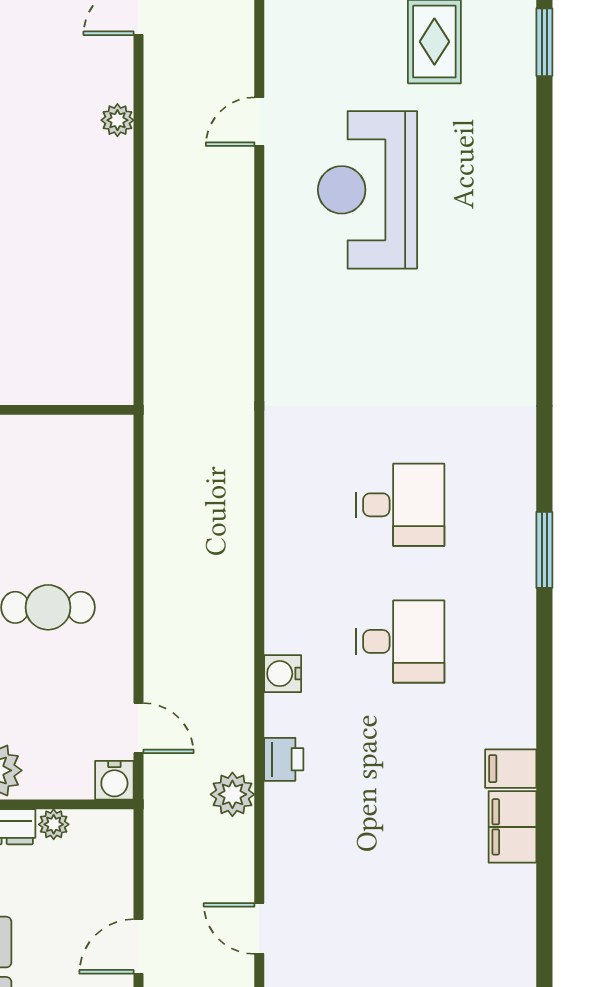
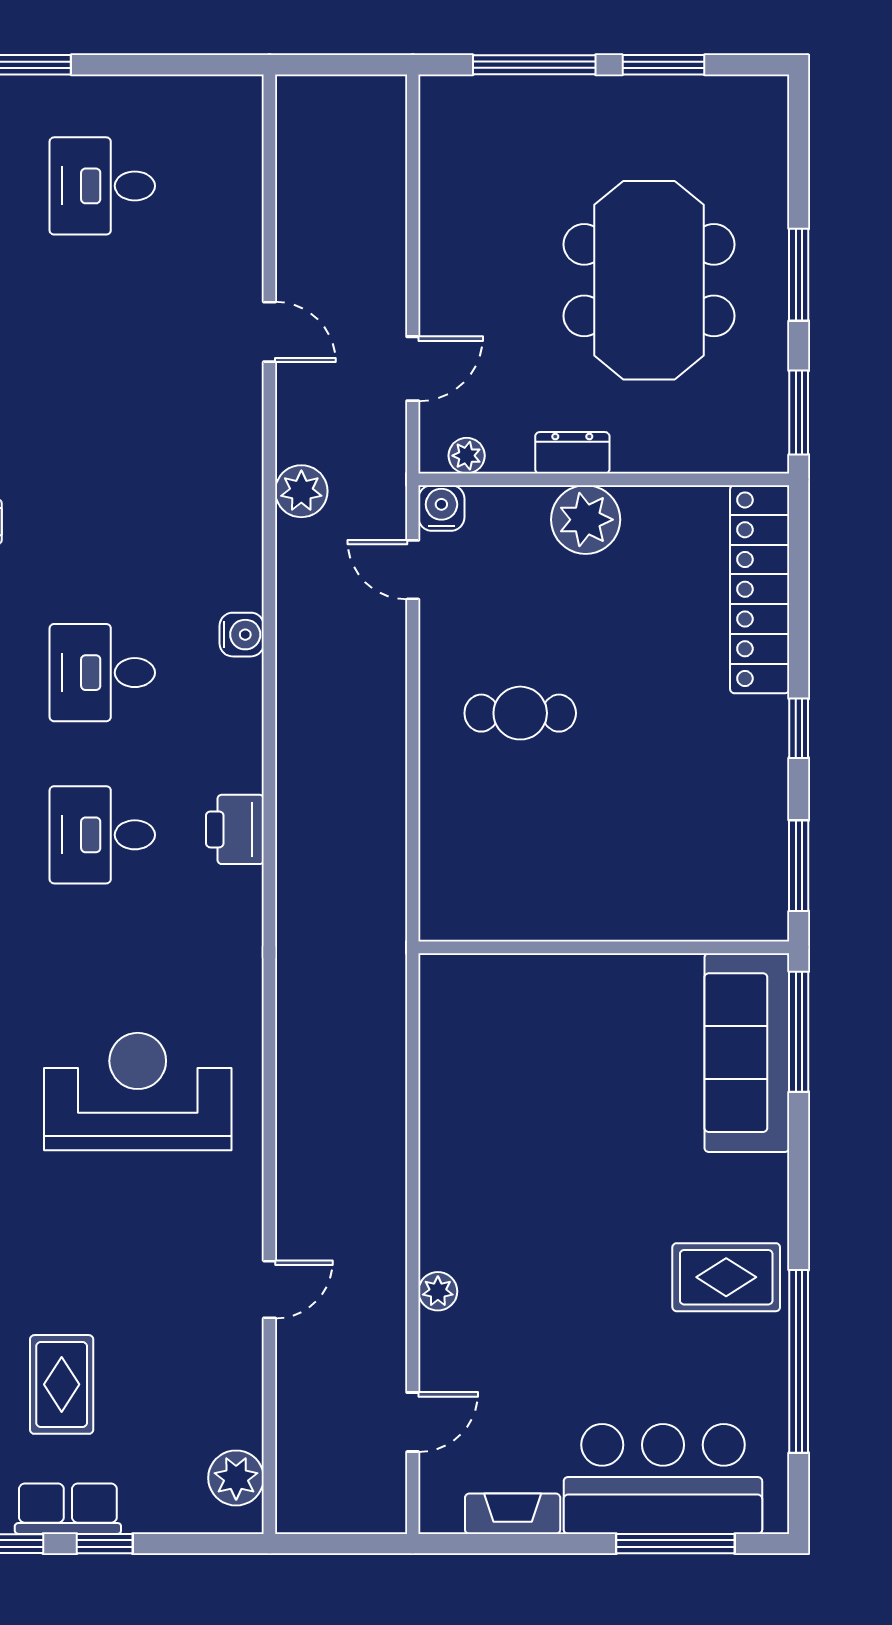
reception desk: (367, 190) -> (138, 1092), moved, turned -90
printer: (284, 759) -> (235, 829), moved, width x1.36, depth x1.24
plant: (54, 824) -> (467, 456), moved
door: (139, 946) -> (413, 369), moved

